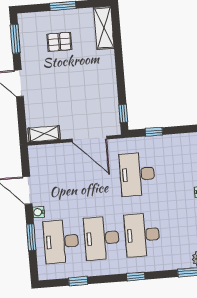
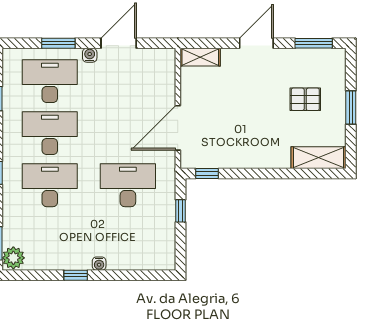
pallet: (59, 42) -> (305, 99), turned 90
shelving: (44, 134) -> (200, 57), moved, turned 90

